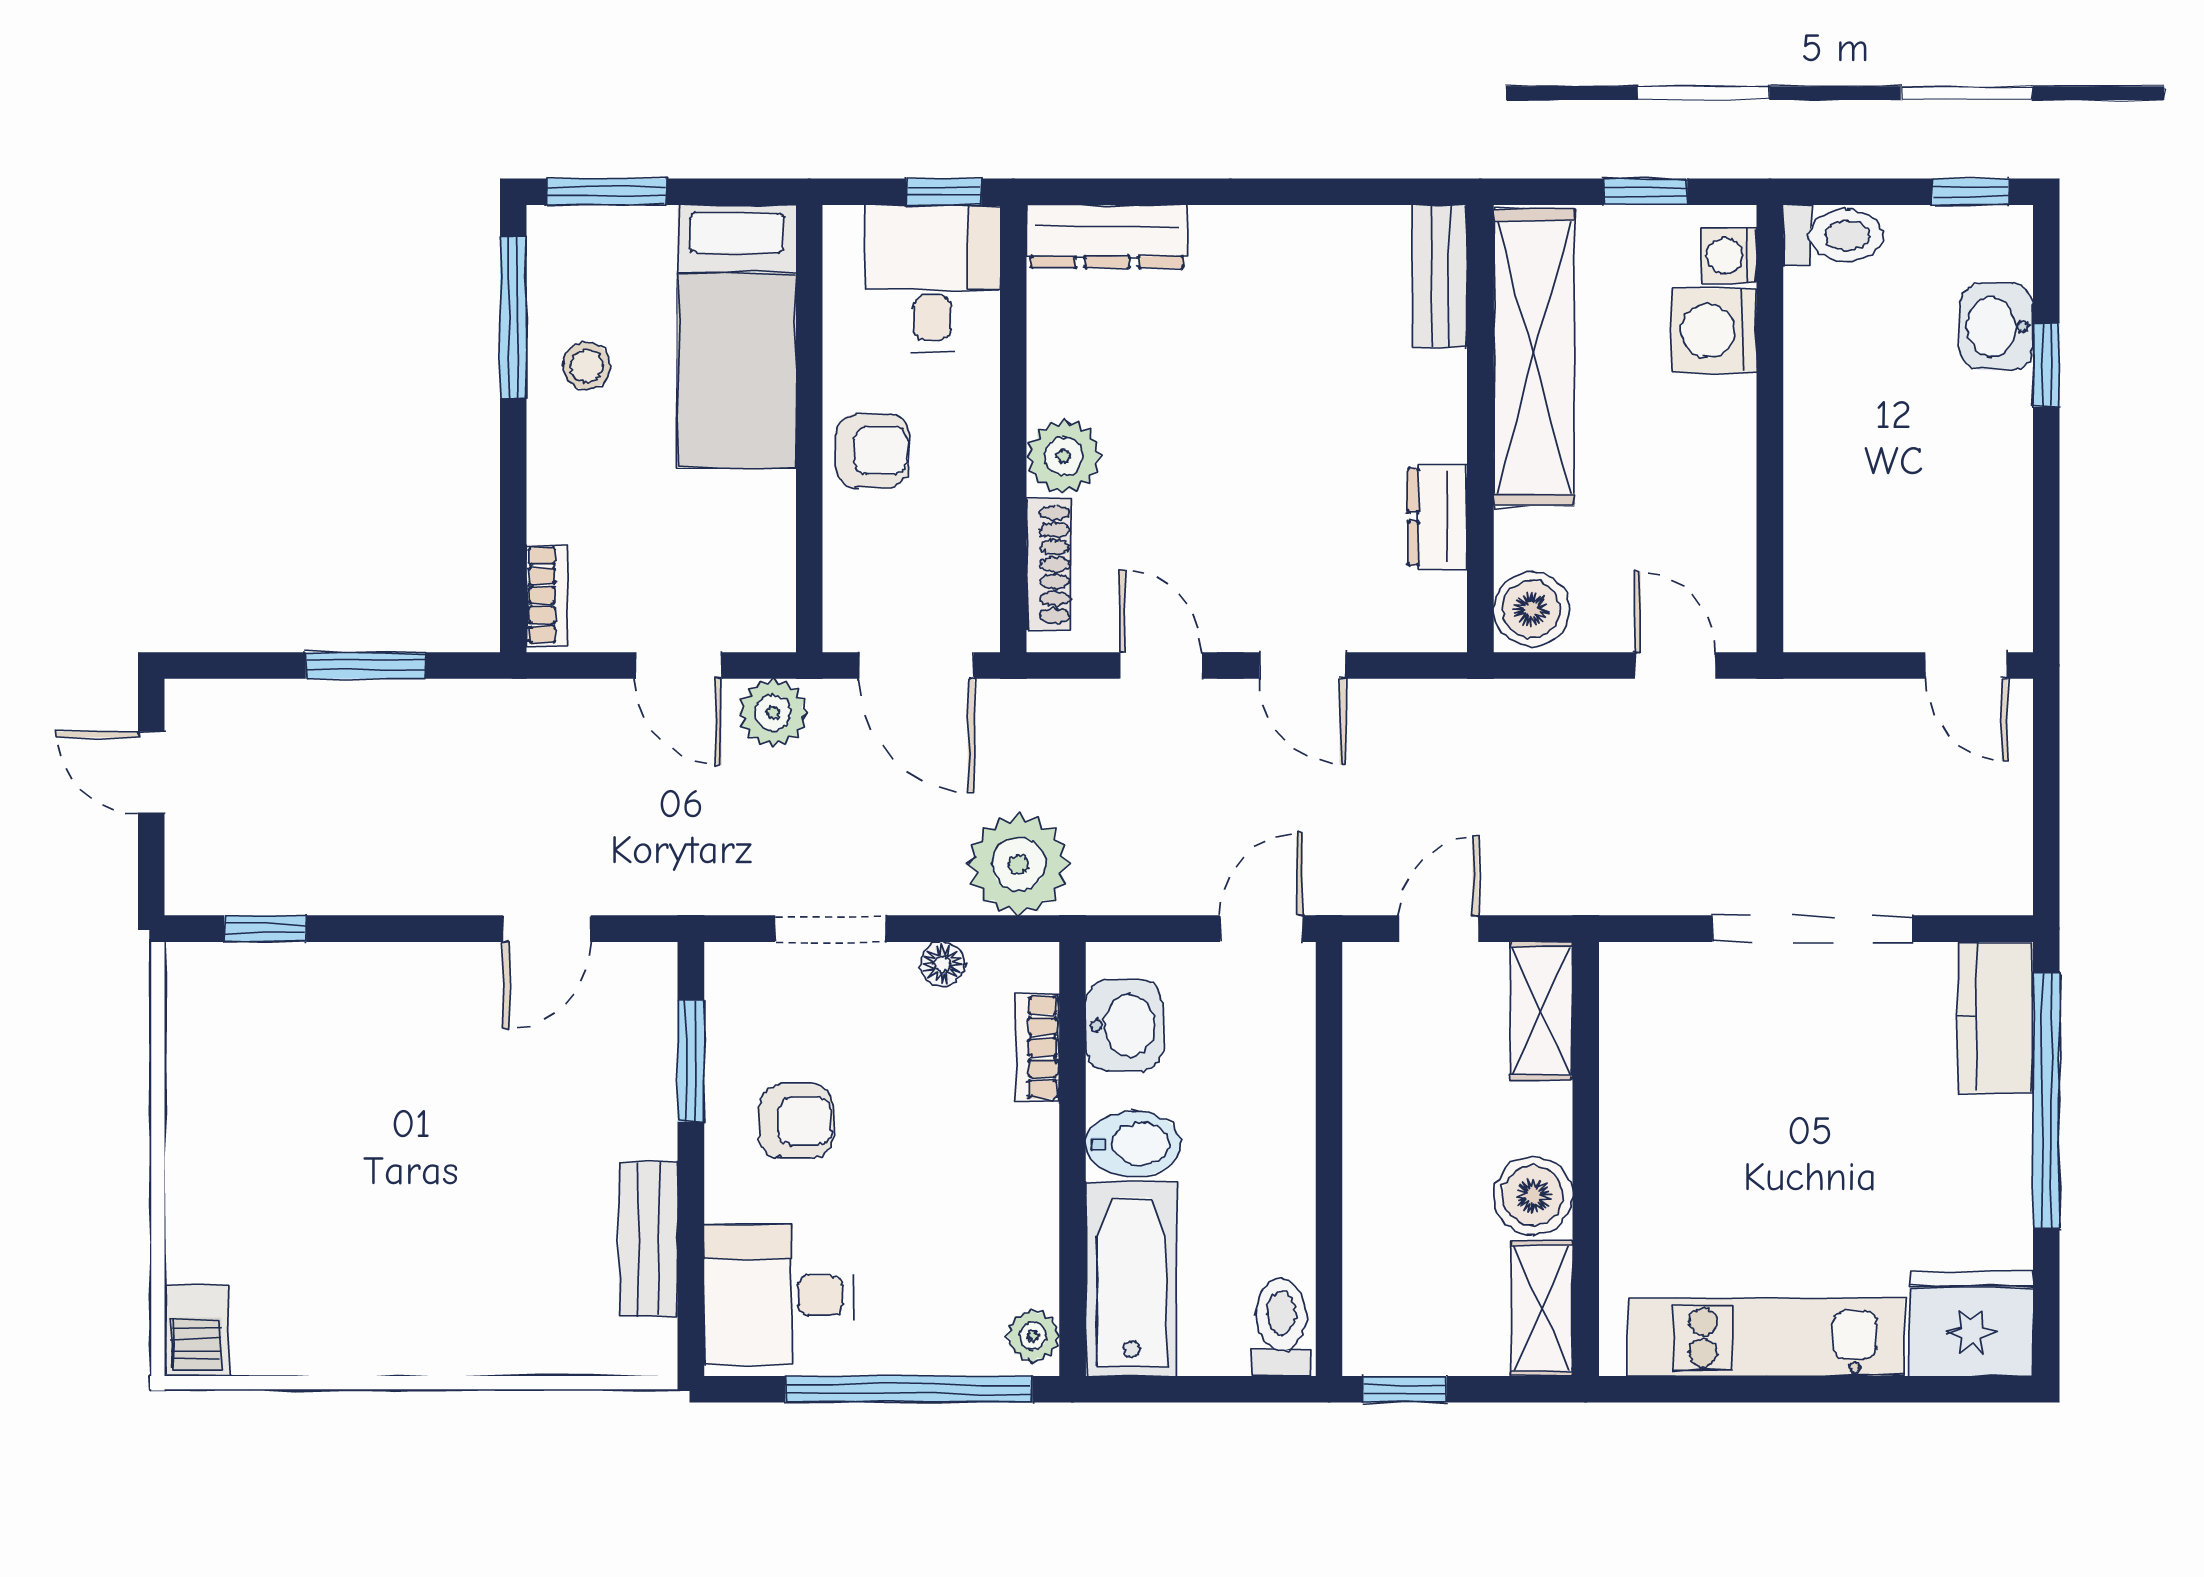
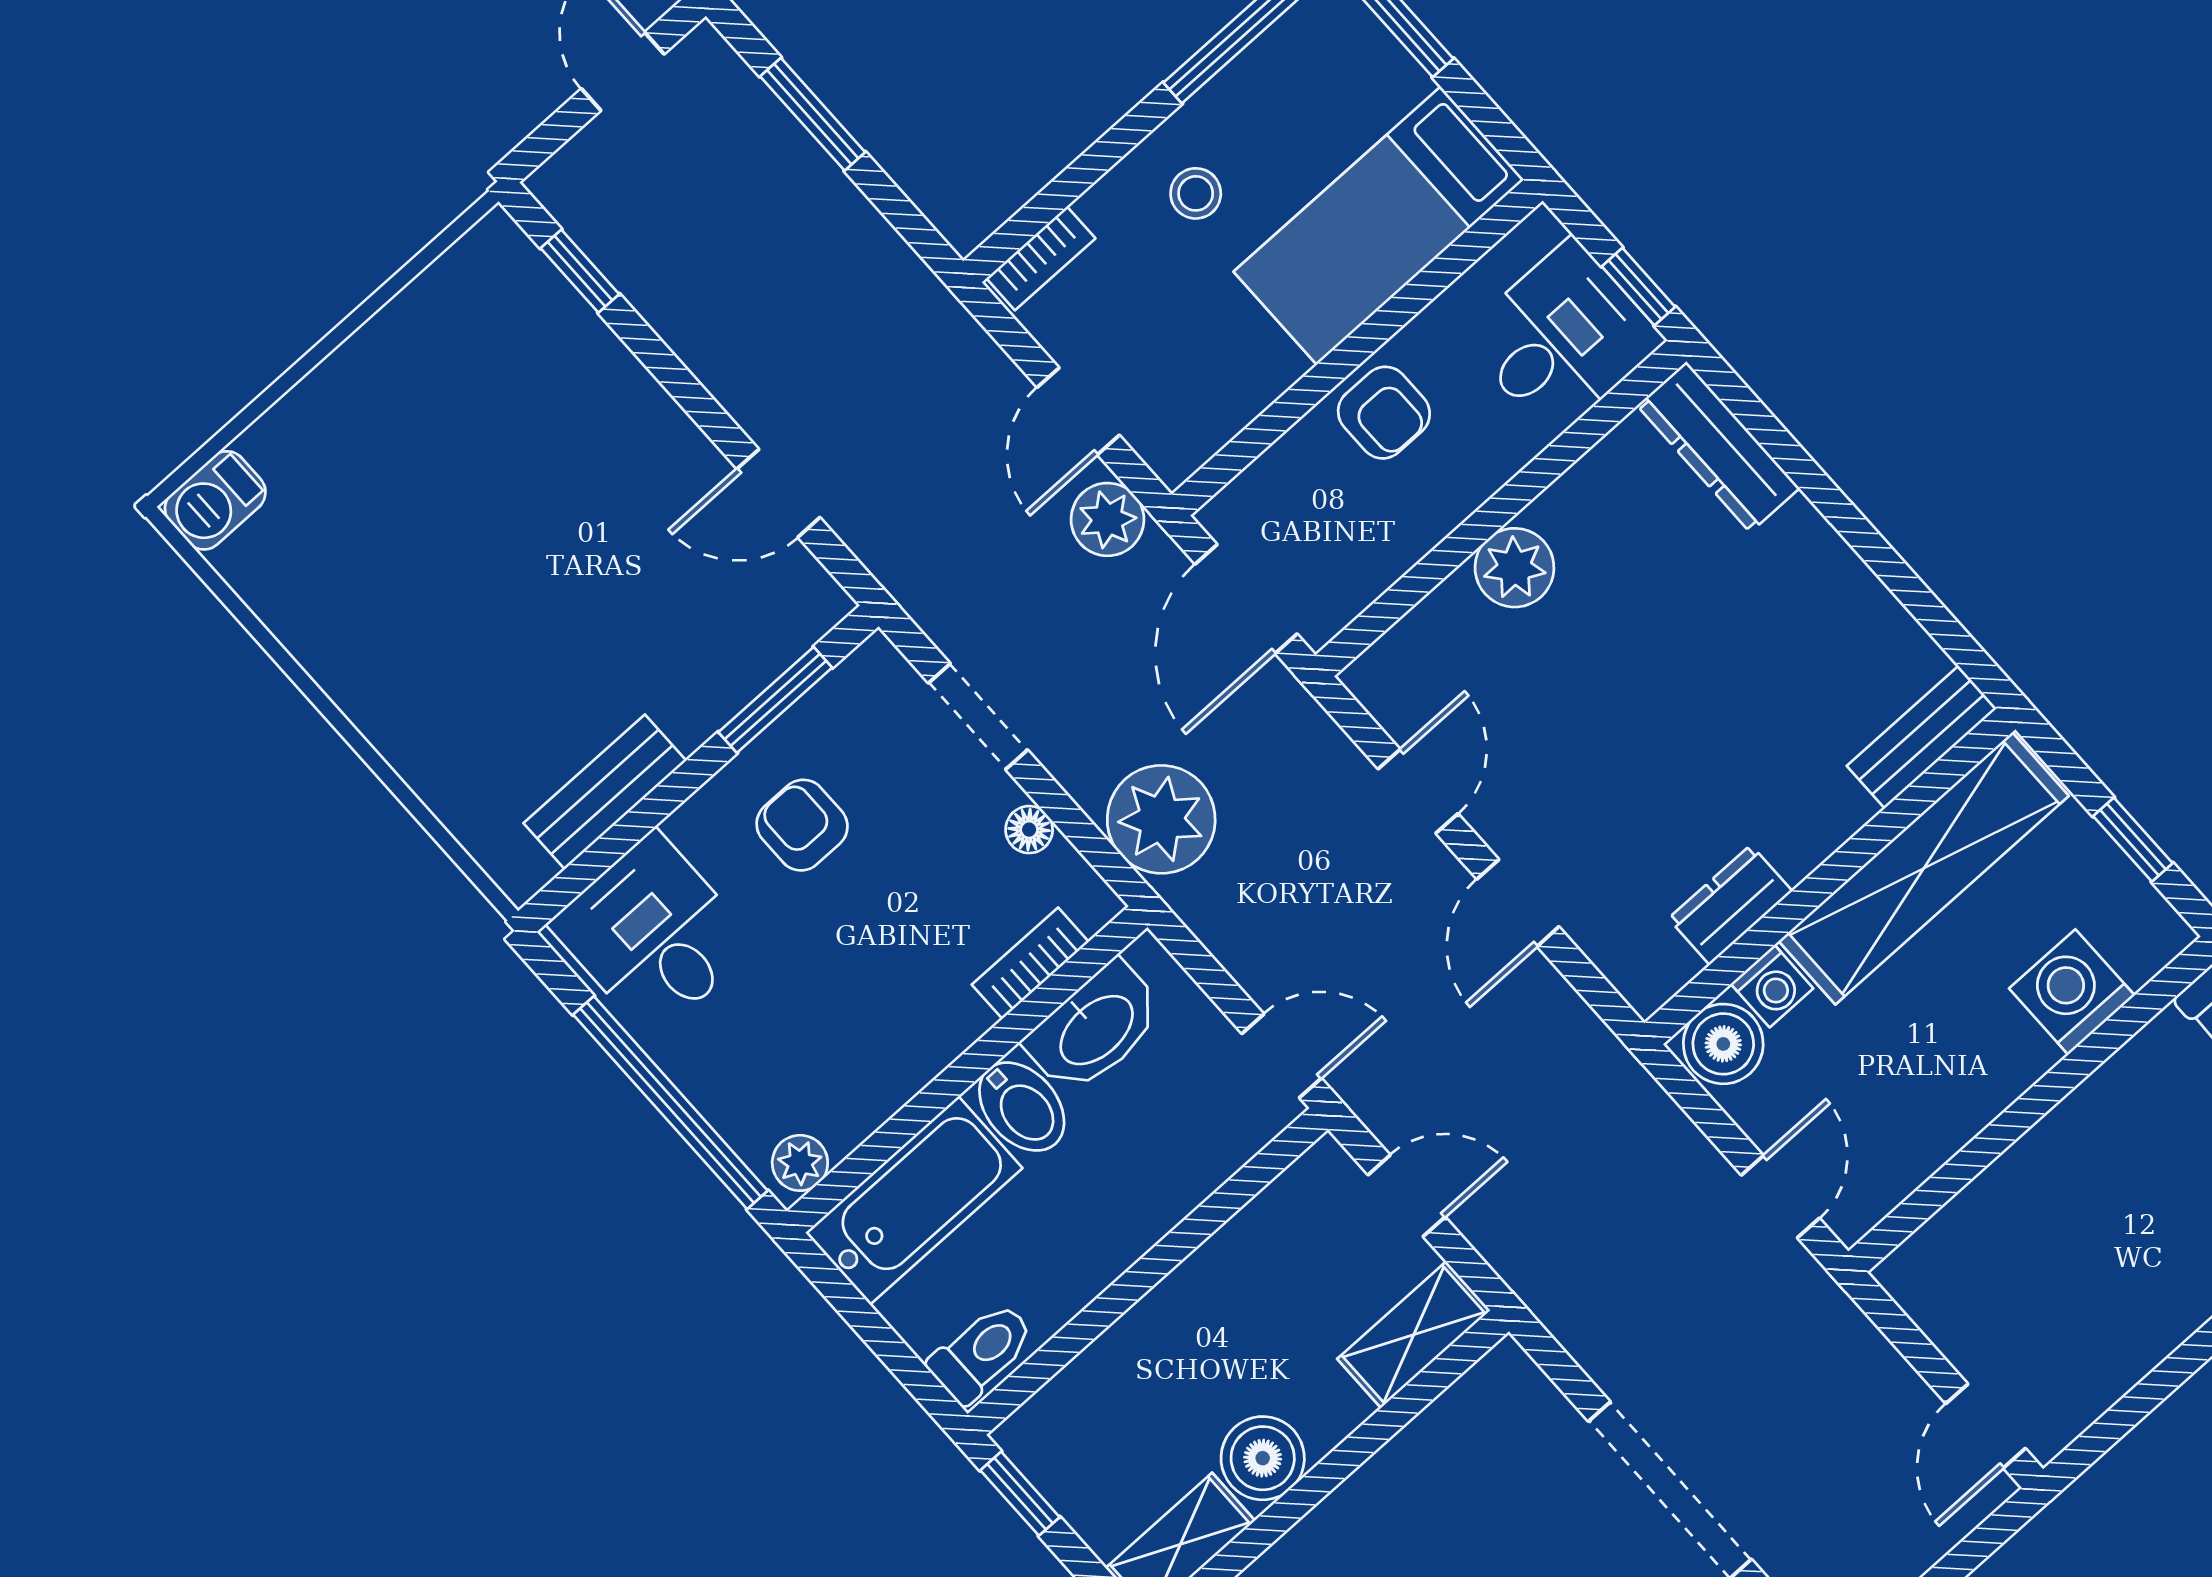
washing machine: (1729, 256) -> (1772, 986), moved, turned 180
stool: (587, 366) -> (1196, 193), moved
shoe rack: (1049, 564) -> (1419, 632), removed
window: (366, 665) -> (813, 114), moved
washbasin: (1124, 1025) -> (1095, 1028), width x1.38
armchair: (796, 1121) -> (802, 825), turned 180

